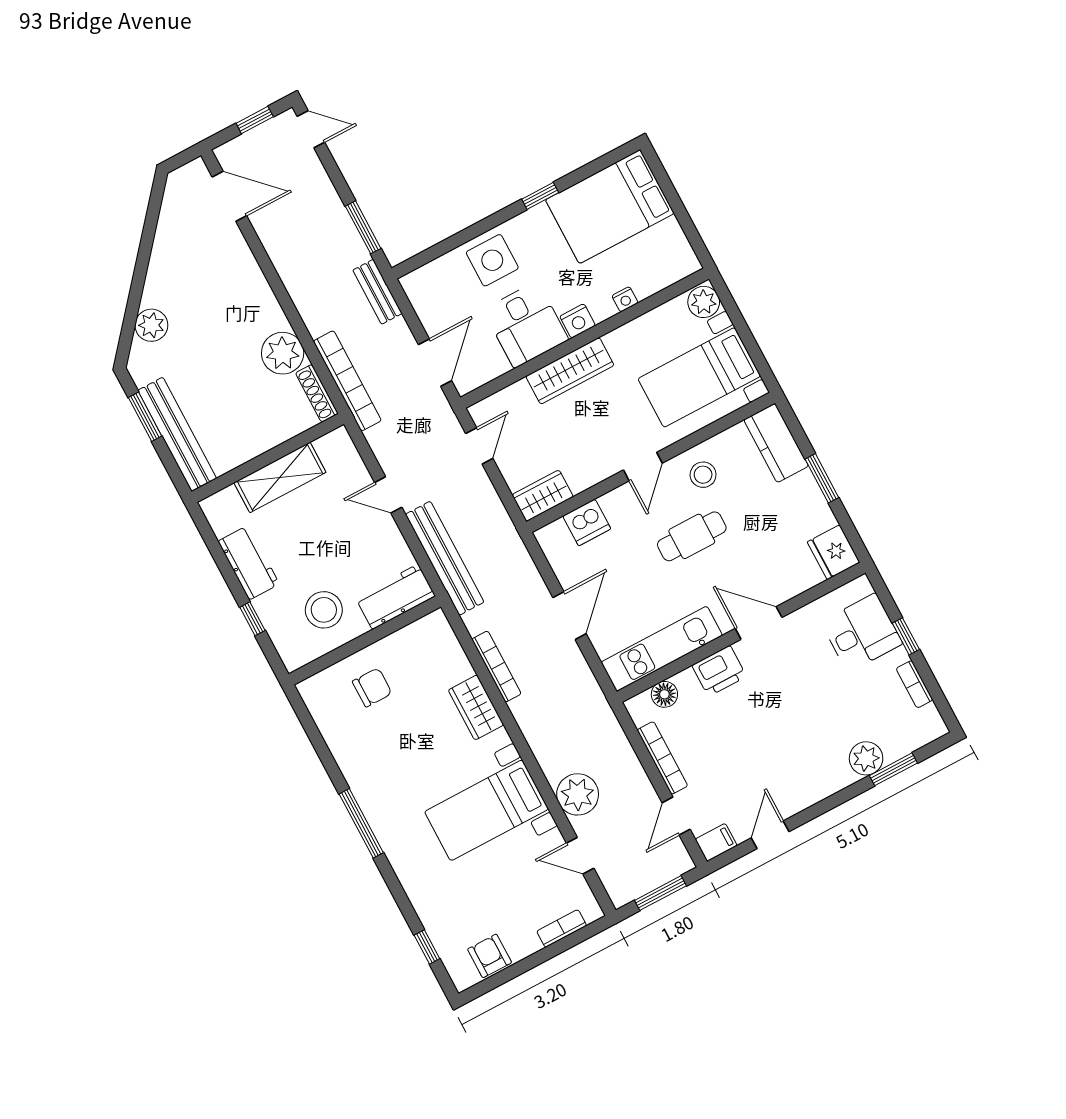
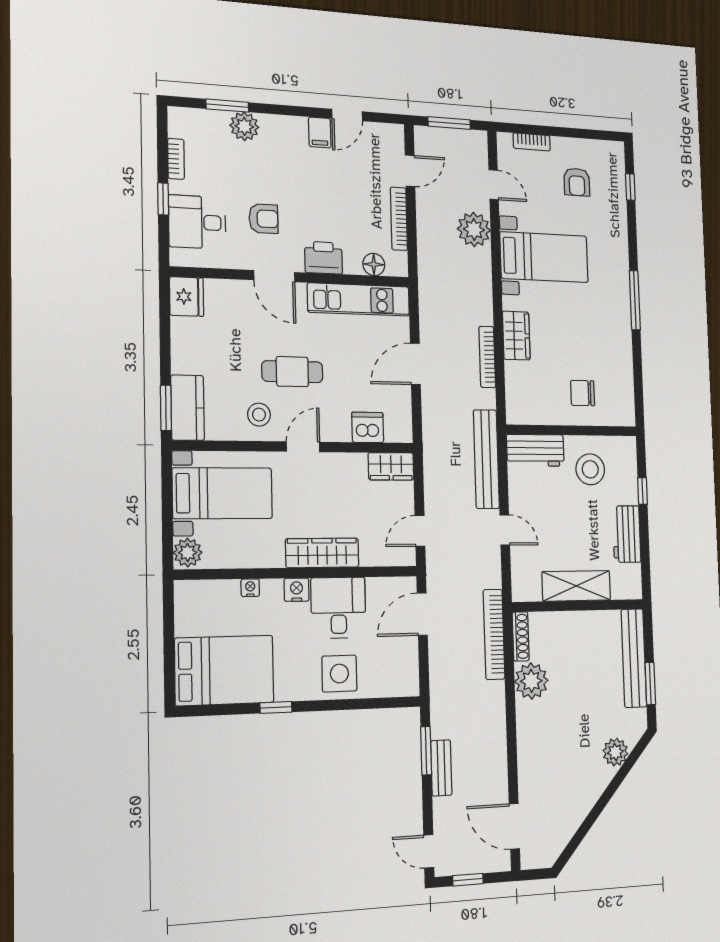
bench: (377, 292) -> (441, 768), moved
window: (822, 478) -> (166, 408), moved
armchair: (799, 675) -> (264, 219), added
filing cabinet: (716, 842) -> (320, 132), moved, turned -90
armchair: (490, 956) -> (577, 182), moved

